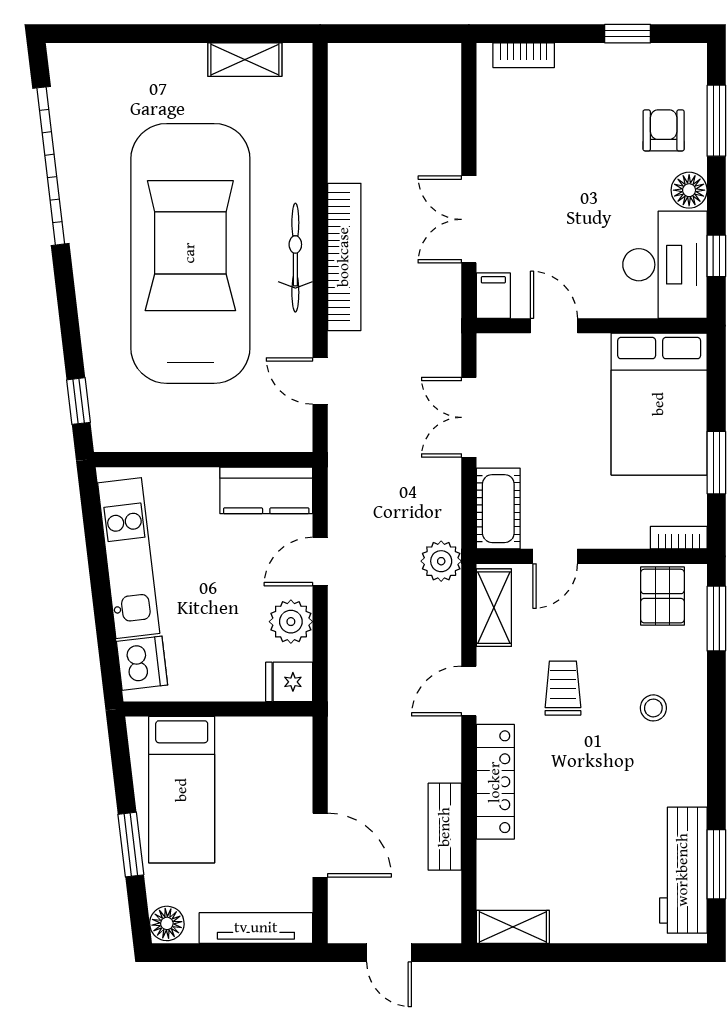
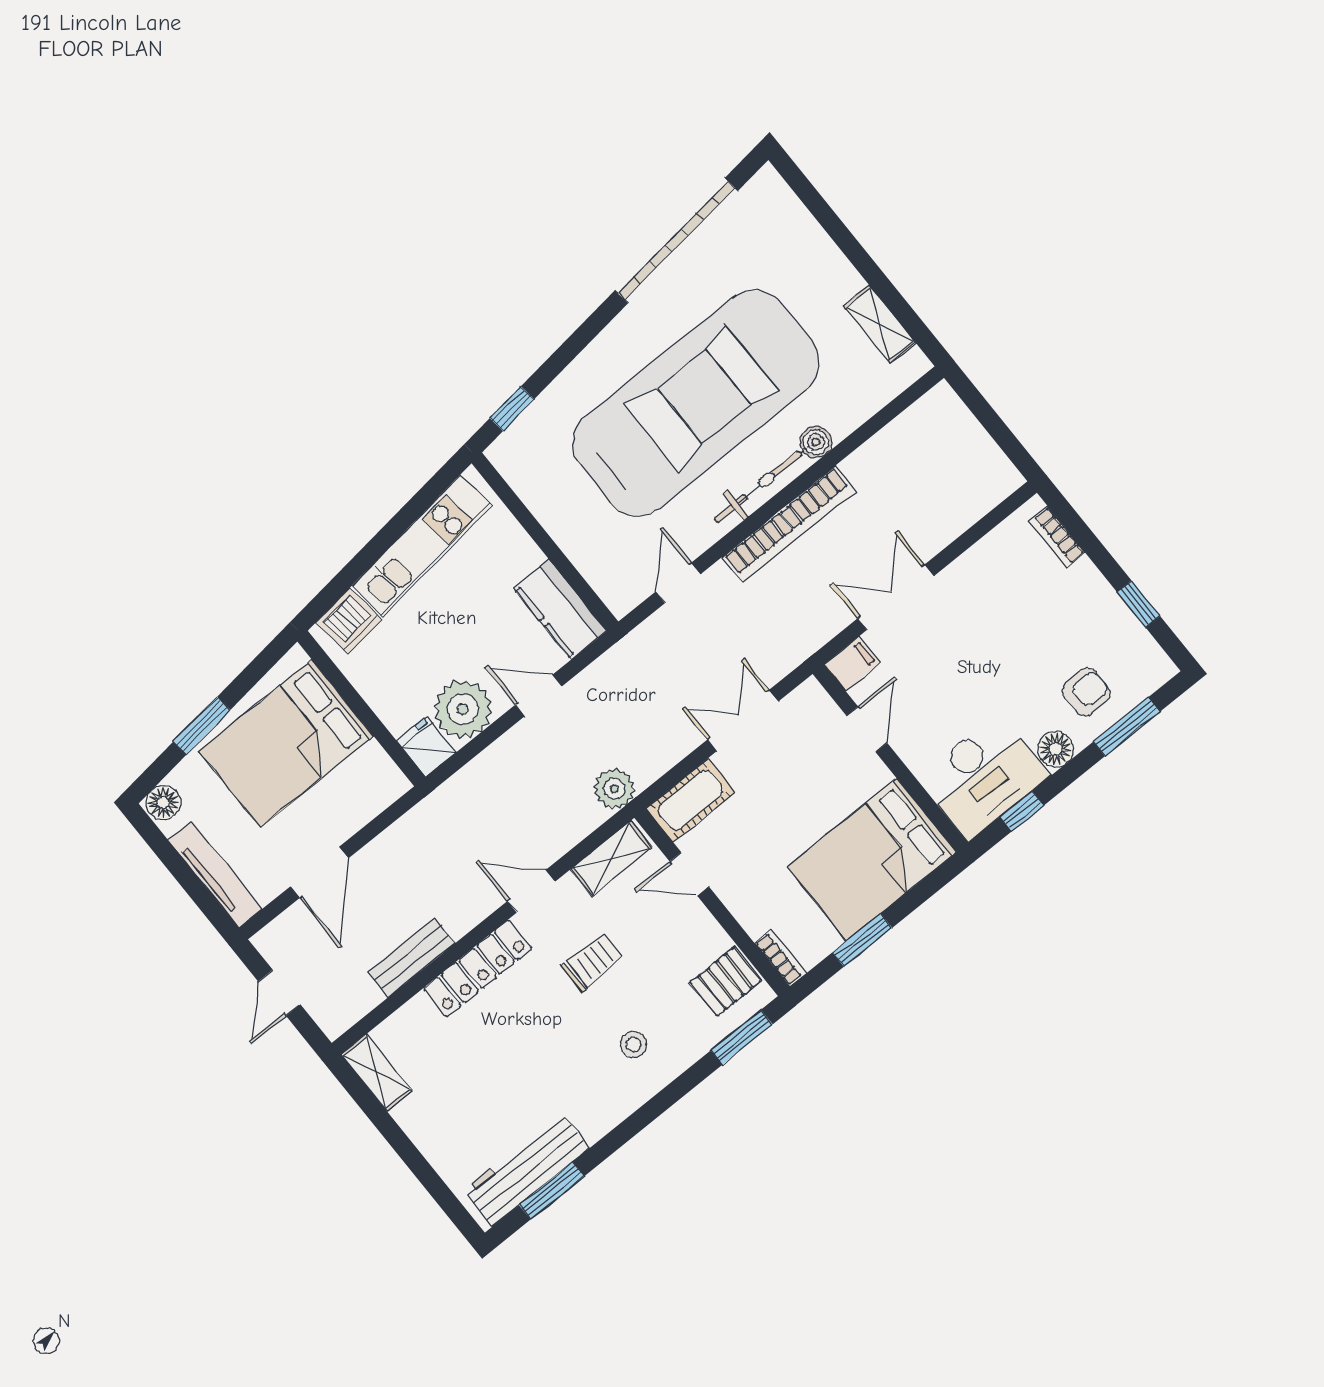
boiler: (297, 184) -> (816, 442), added
plant: (291, 622) -> (463, 709), width x1.36, depth x1.36
bed: (182, 790) -> (286, 744), width x1.50

